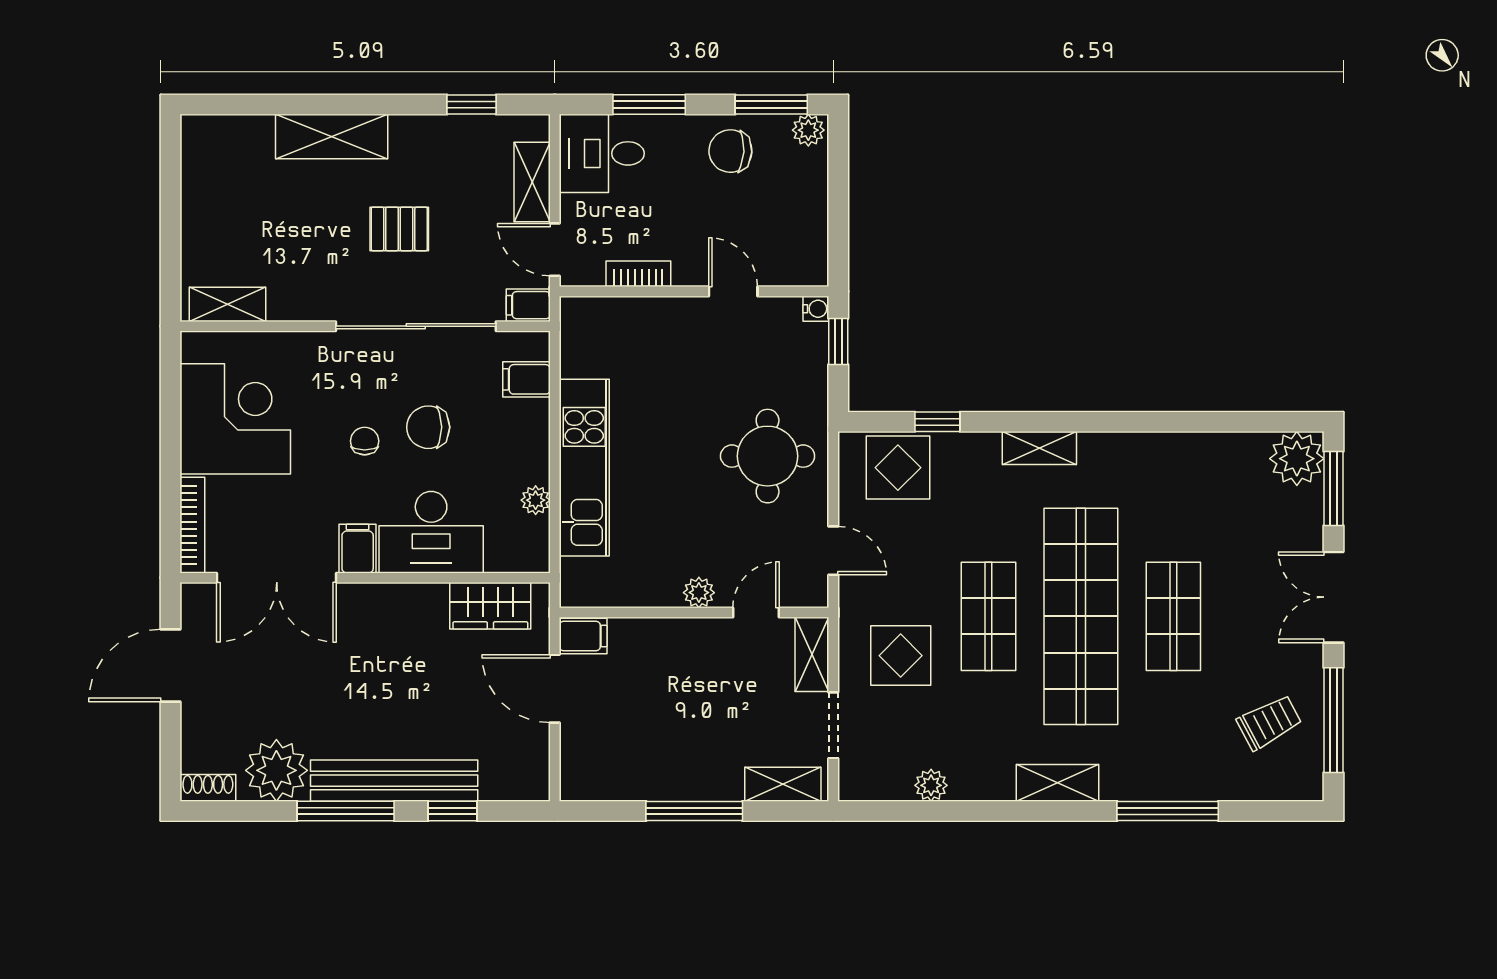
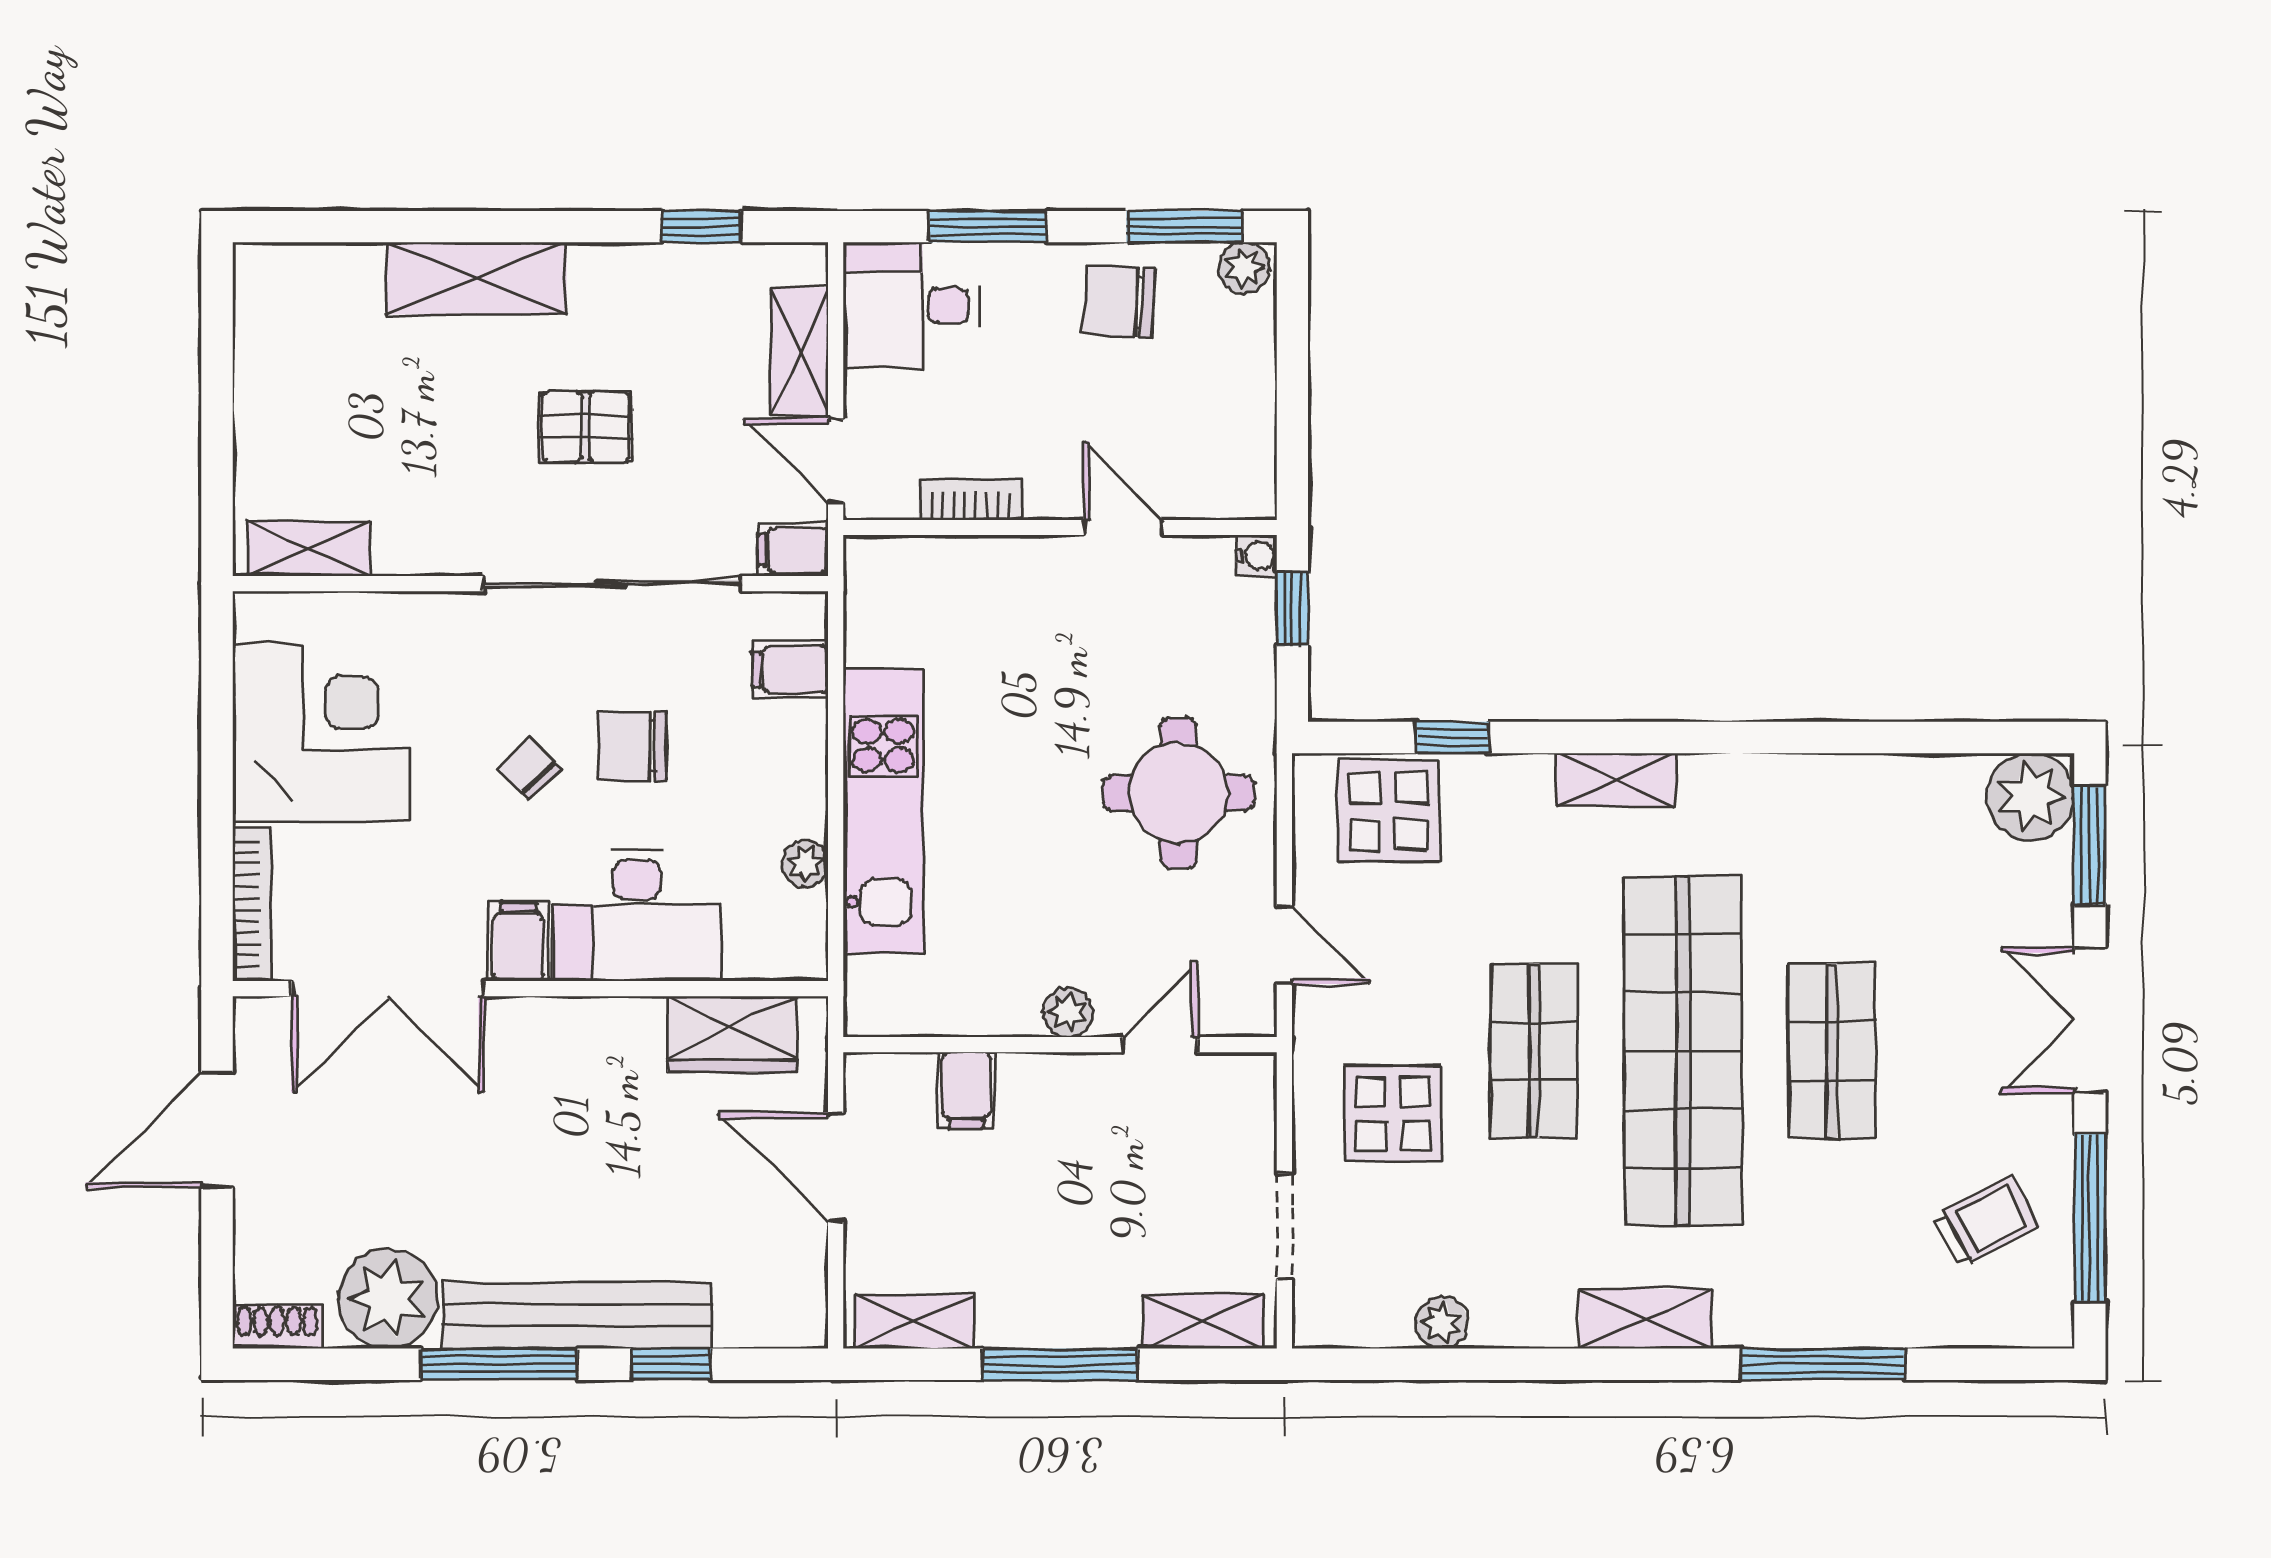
chair: (365, 441) -> (530, 769), turned -43
filing cabinet: (583, 636) -> (966, 1090), moved, turned 90
shelving: (812, 654) -> (915, 1322), moved, turned 90

